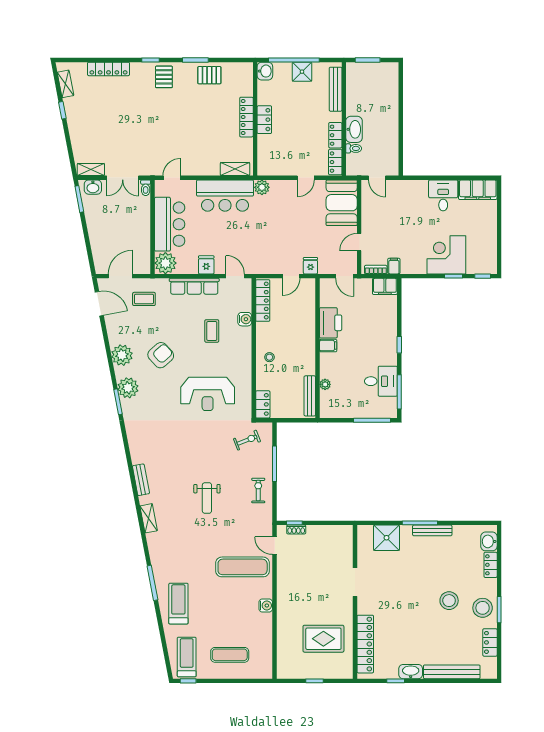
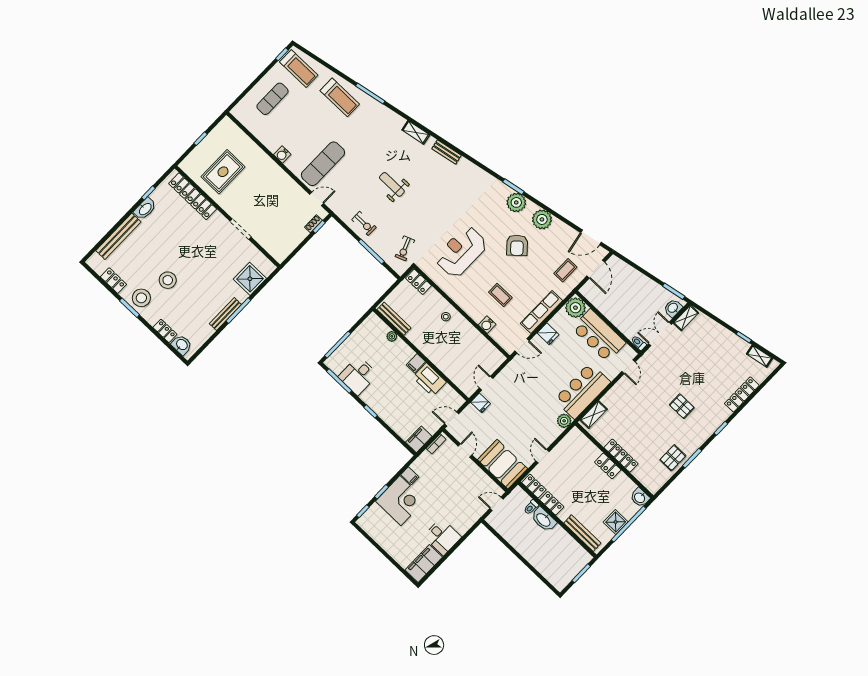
pallet: (164, 77) -> (682, 406), moved
filing cabinet: (394, 266) -> (410, 476), moved
locker: (263, 301) -> (488, 349), removed

